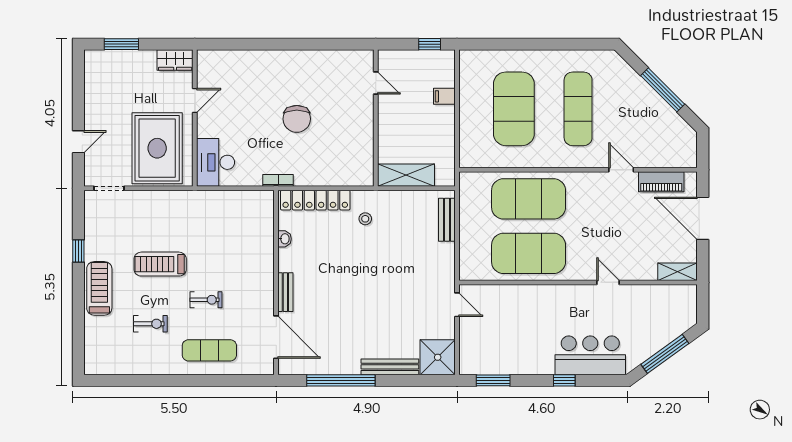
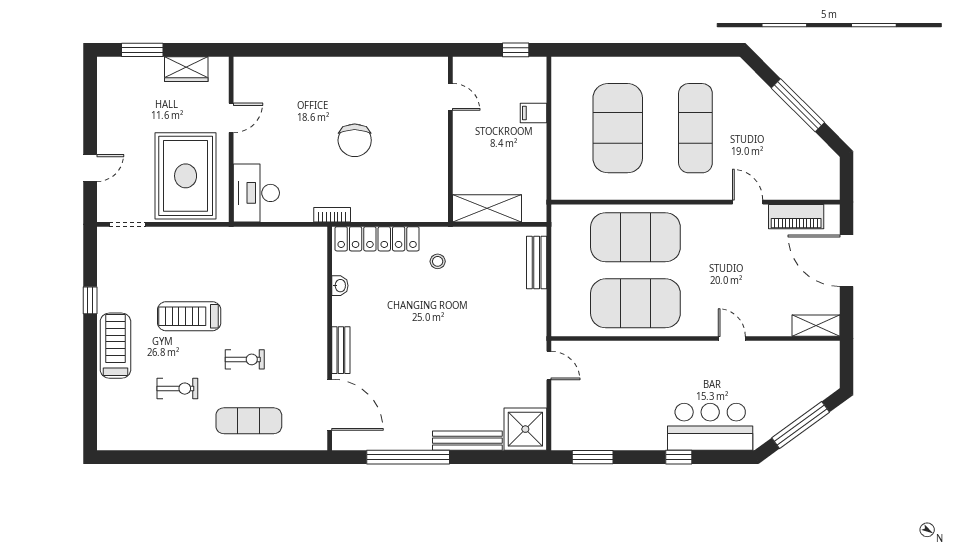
wardrobe: (175, 60) -> (186, 69), moved

